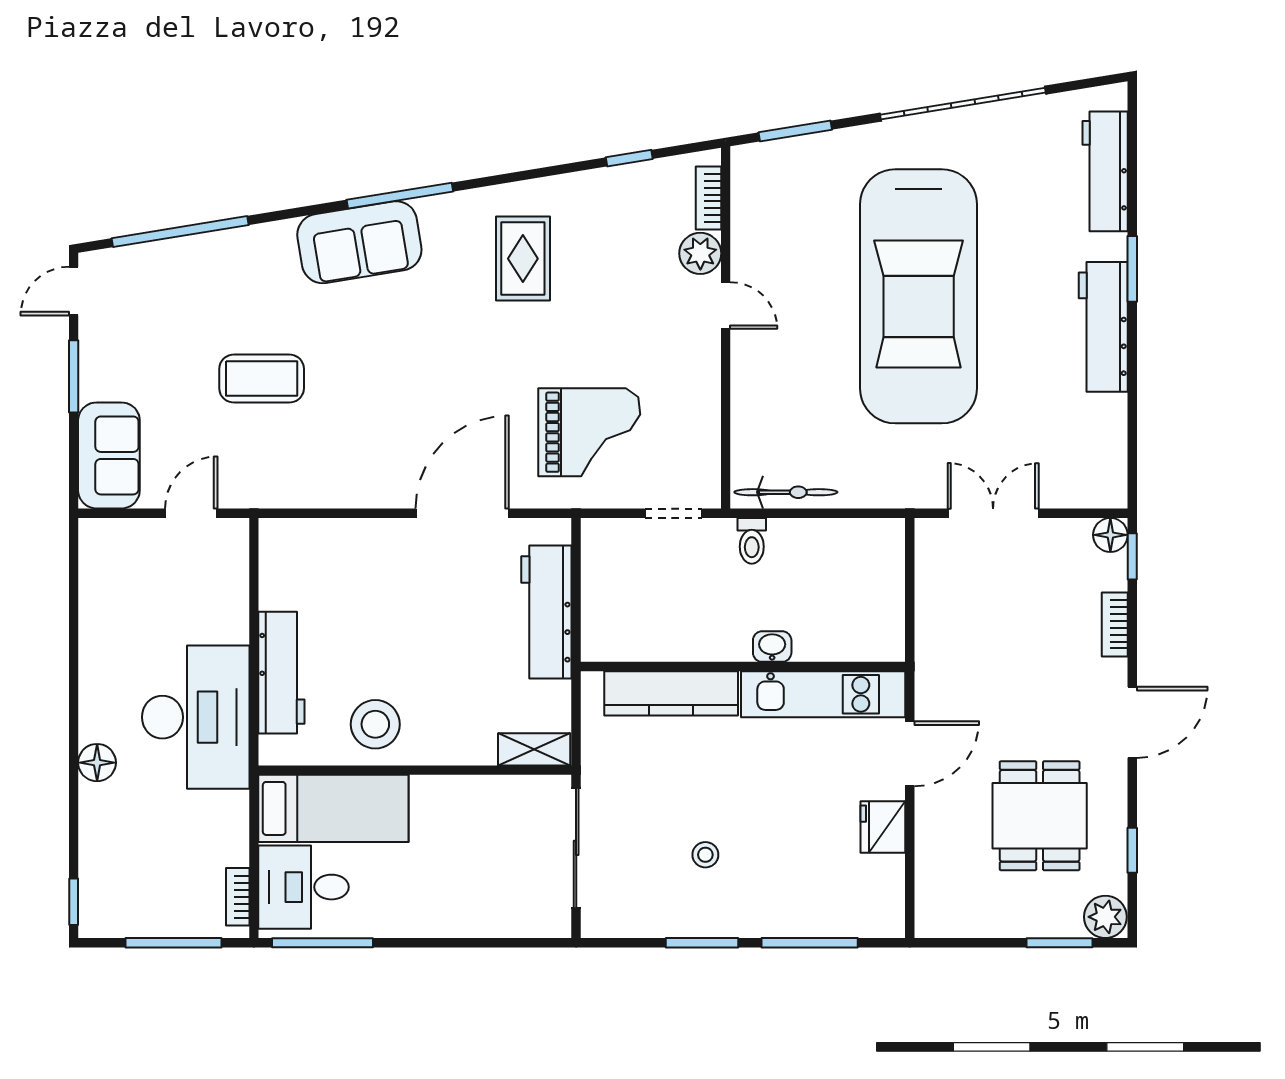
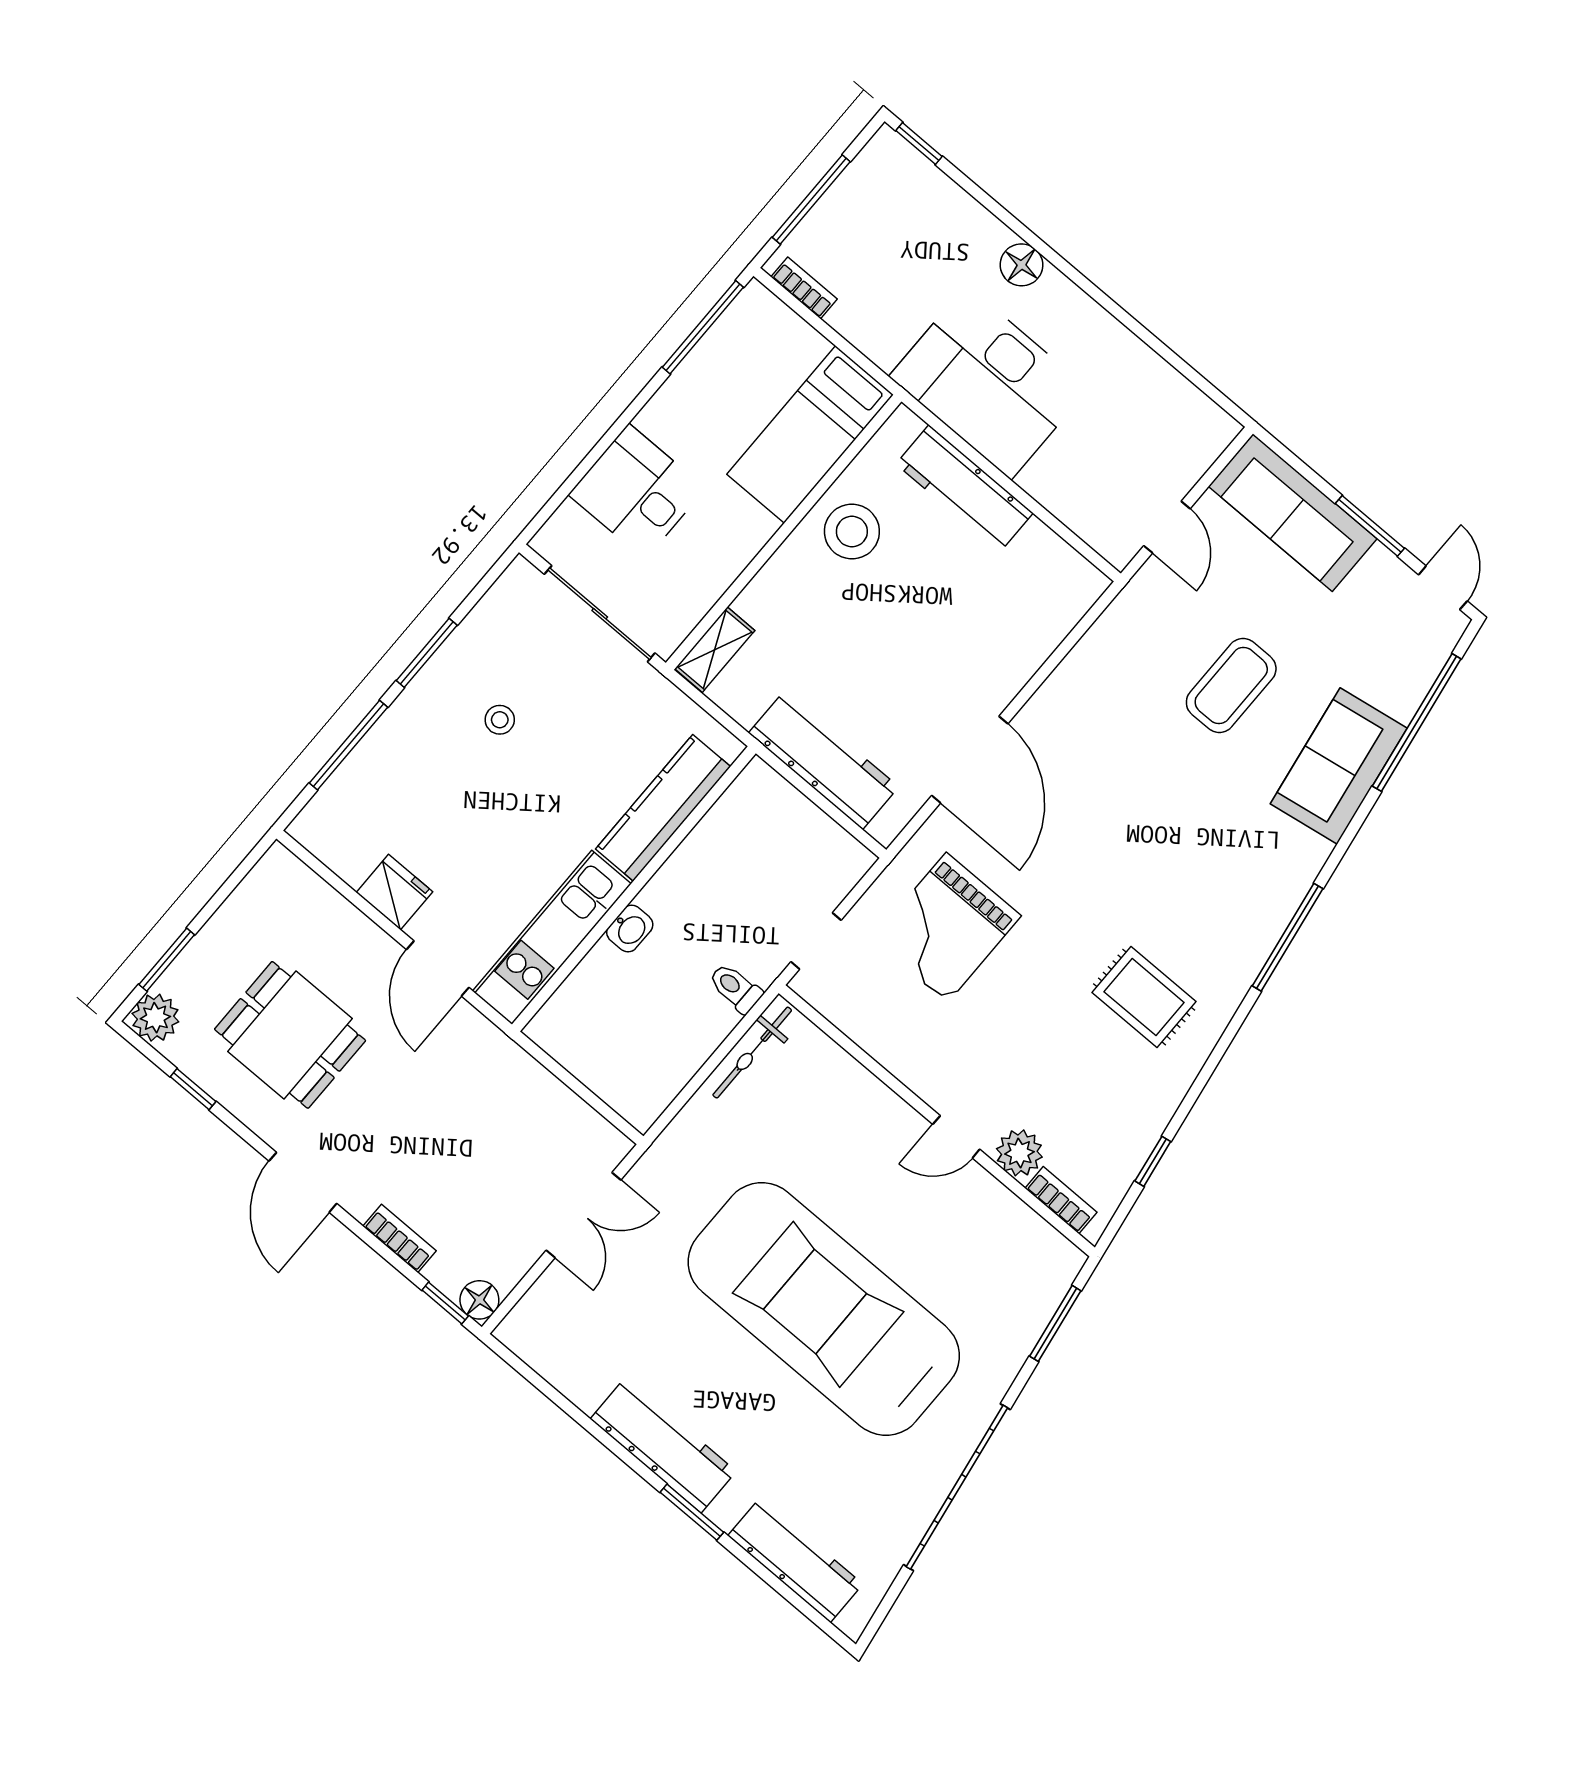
sofa: (359, 242) -> (1339, 766), moved
sofa: (109, 455) -> (1293, 513), width x1.36
desk: (304, 887) -> (637, 492), moved, turned -90

